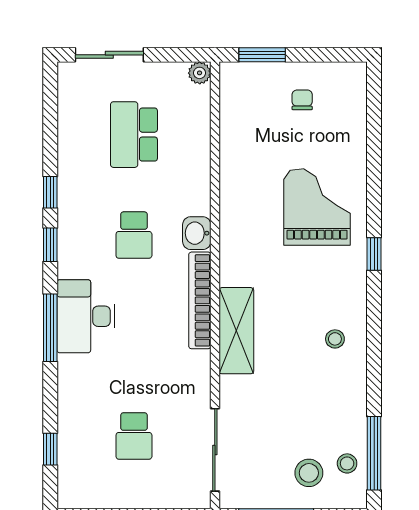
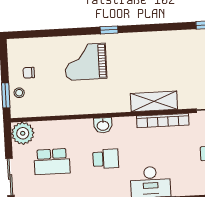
plant: (200, 73) -> (23, 133), width x1.88, depth x1.88
bookcase: (200, 300) -> (163, 121), moved
stool: (335, 339) -> (19, 93), moved

